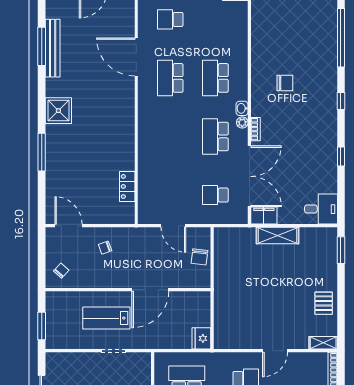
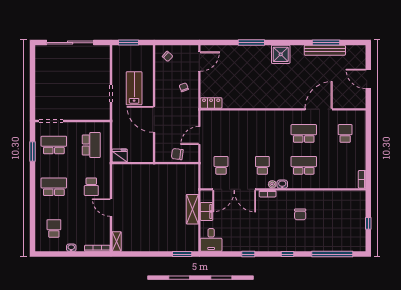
school desk: (215, 136) -> (262, 165), width x0.54
locker: (127, 186) -> (211, 103), moved
filing cabinet: (264, 215) -> (207, 211), moved
pallet: (324, 303) -> (145, 242), removed

